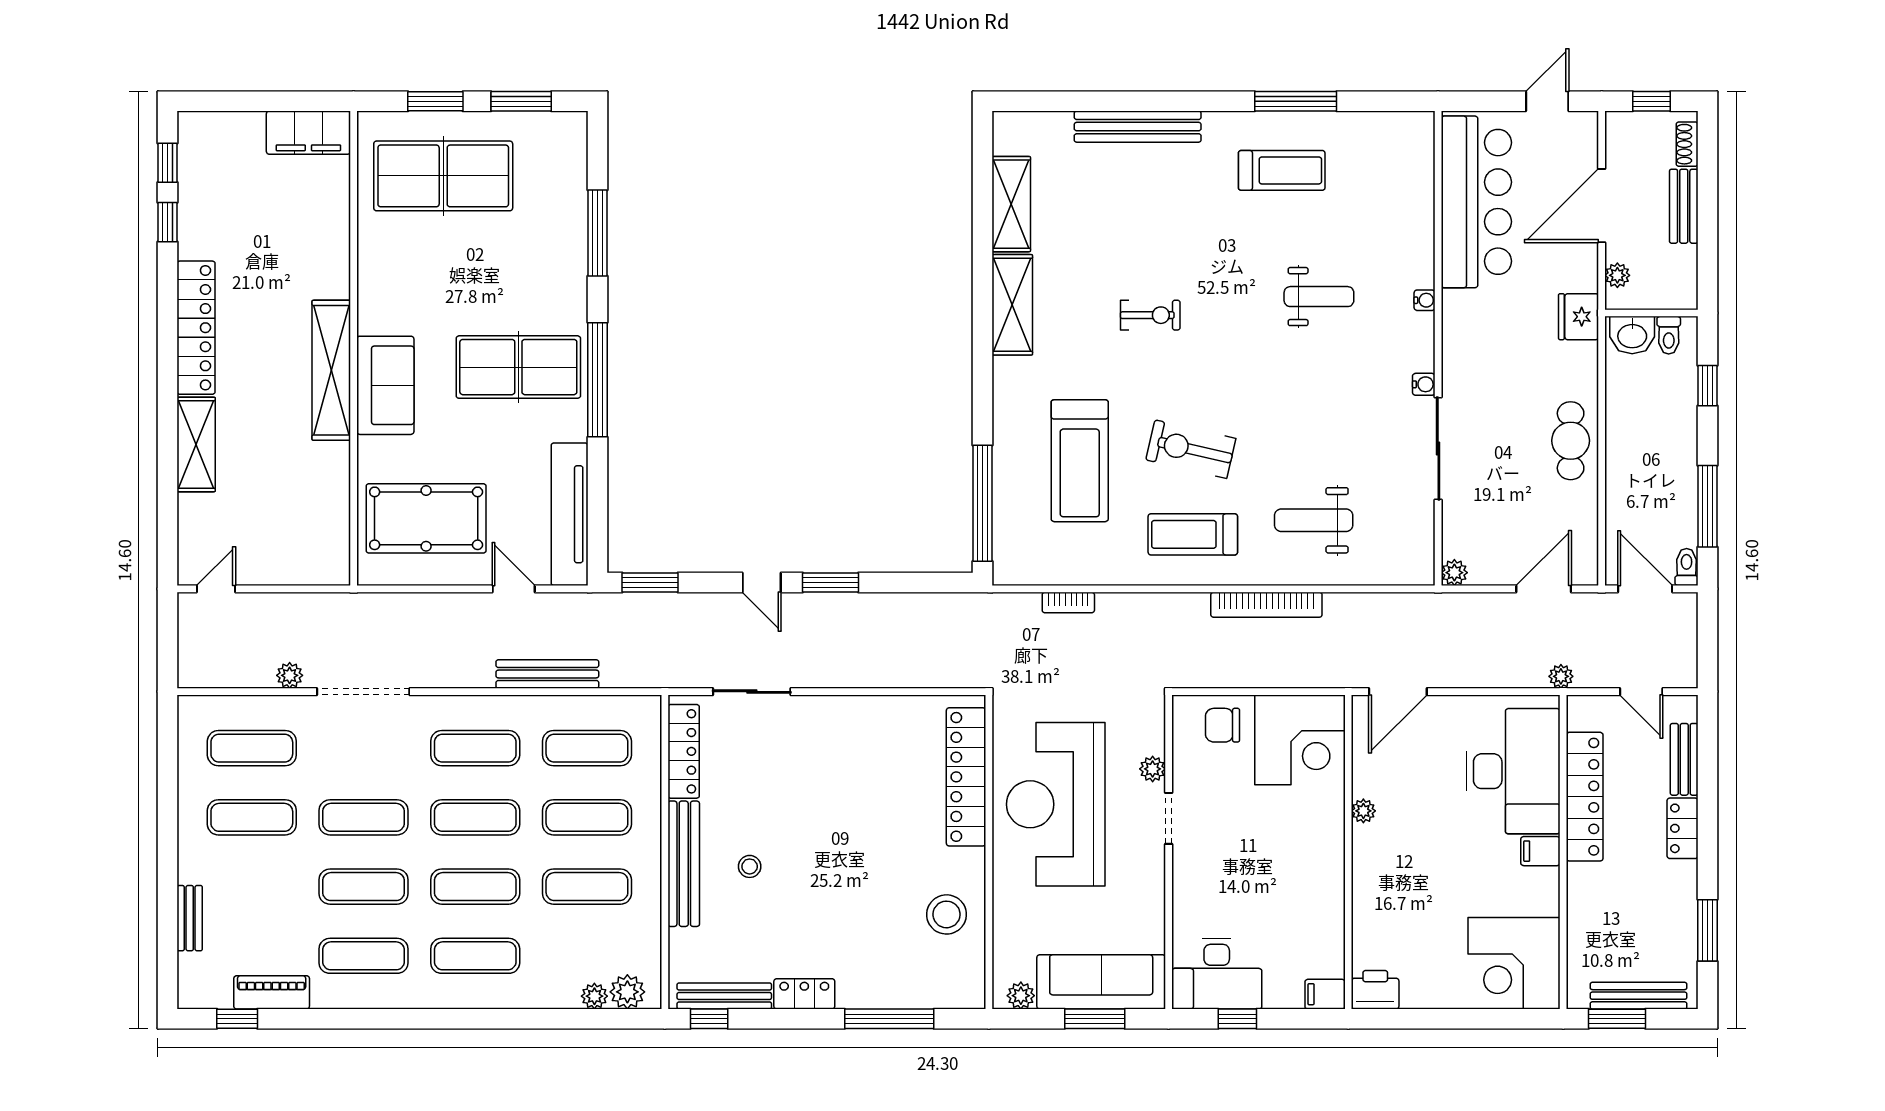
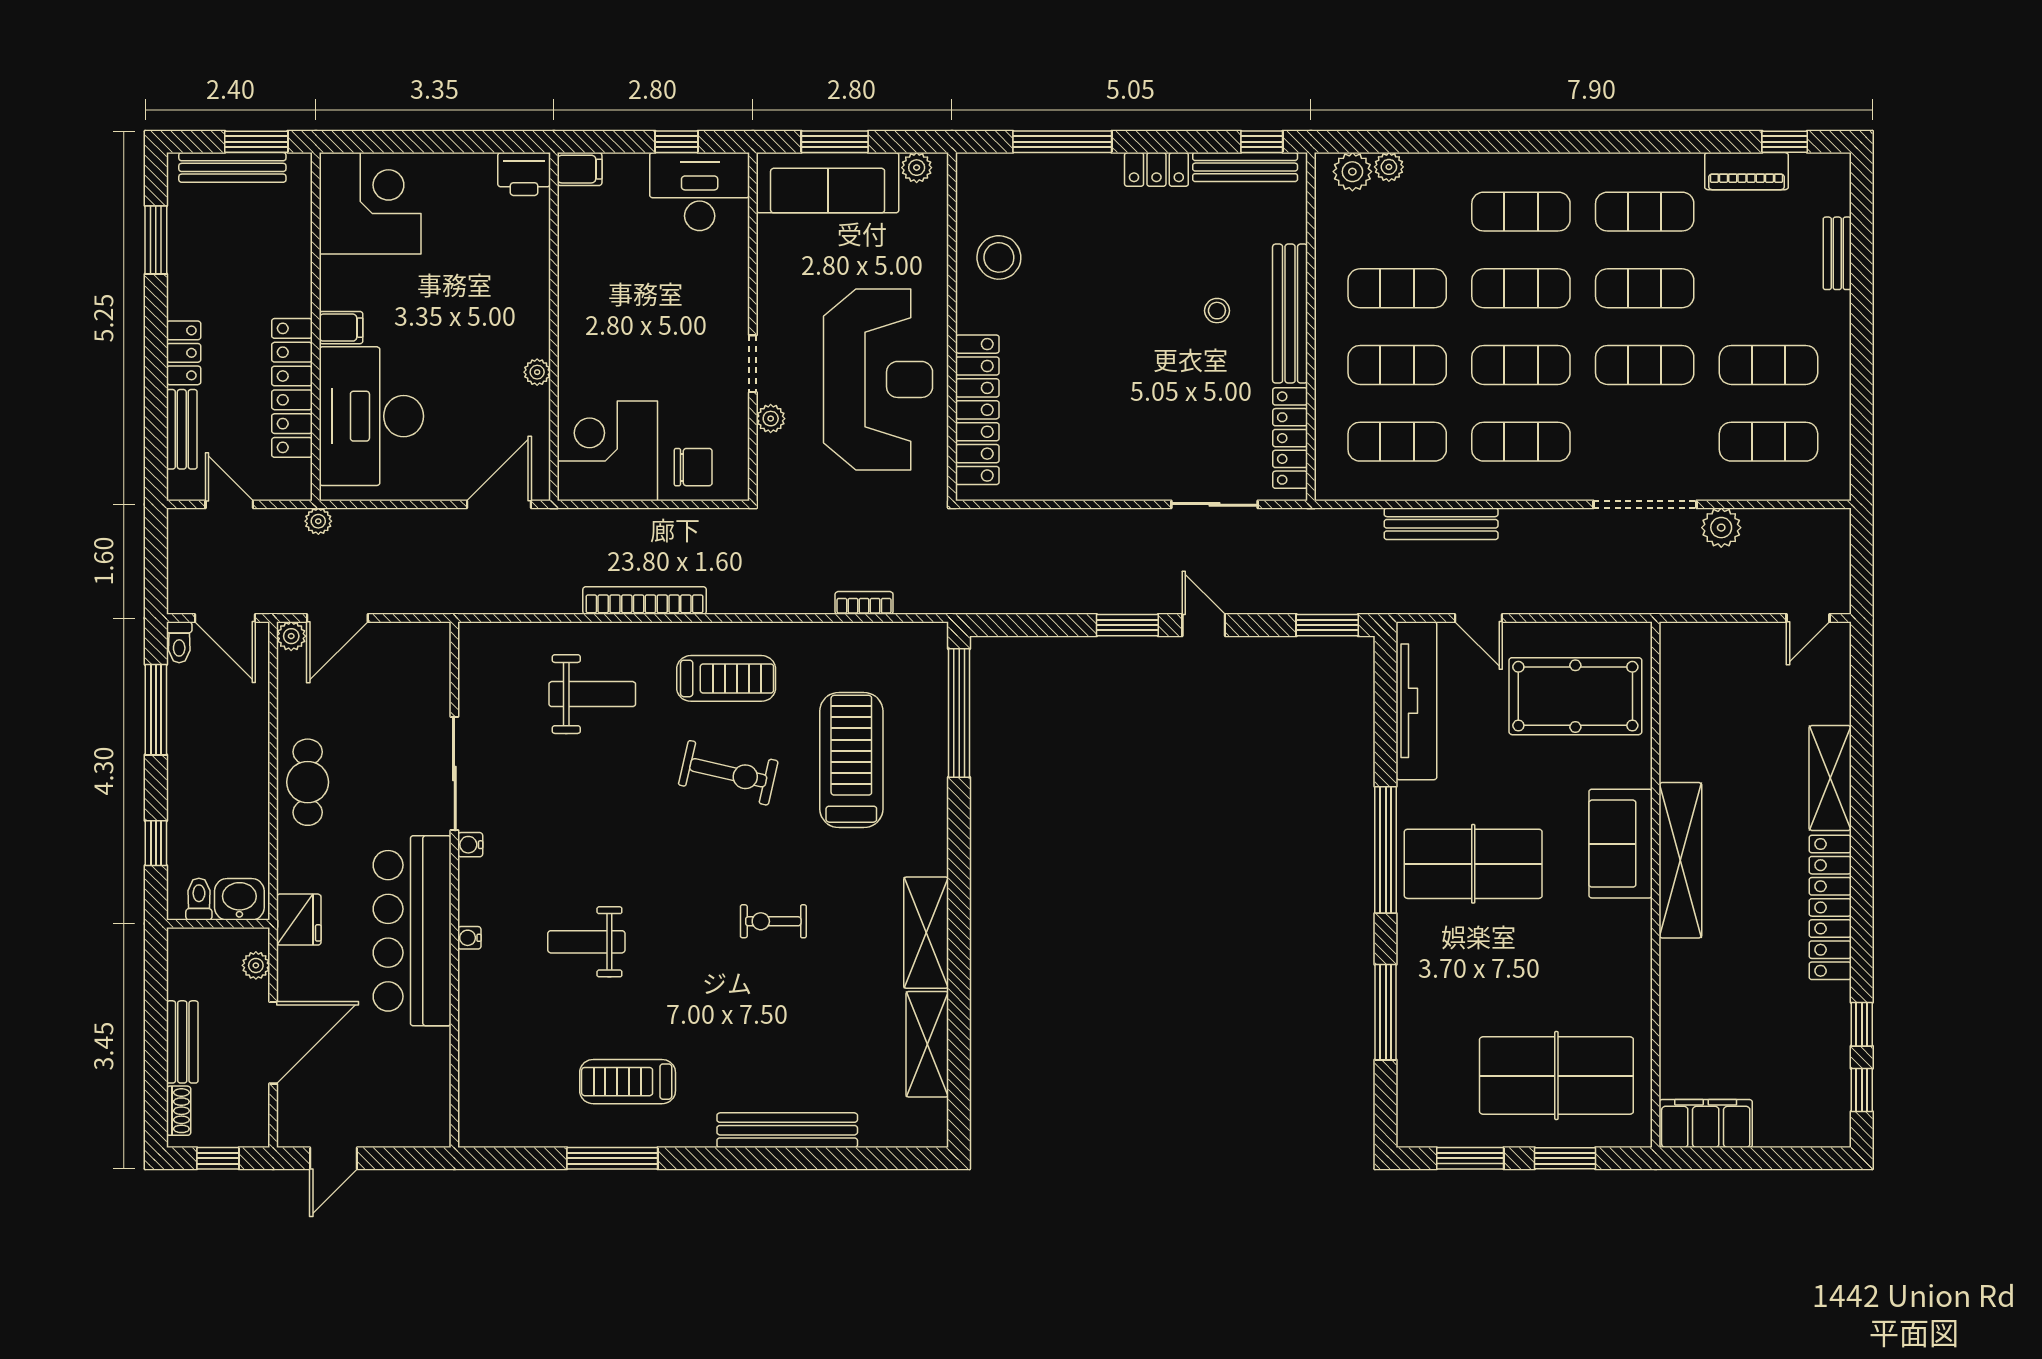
bar counter: (1476, 202) -> (412, 931), moved
plant: (1454, 573) -> (291, 636), moved
plant: (290, 675) -> (1721, 528), width x1.38, depth x1.38

